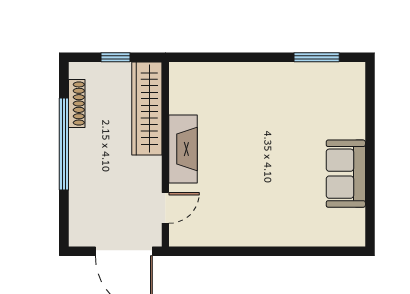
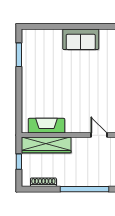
window: (64, 144) -> (85, 189), moved
fireplace: (183, 149) -> (46, 126), moved

